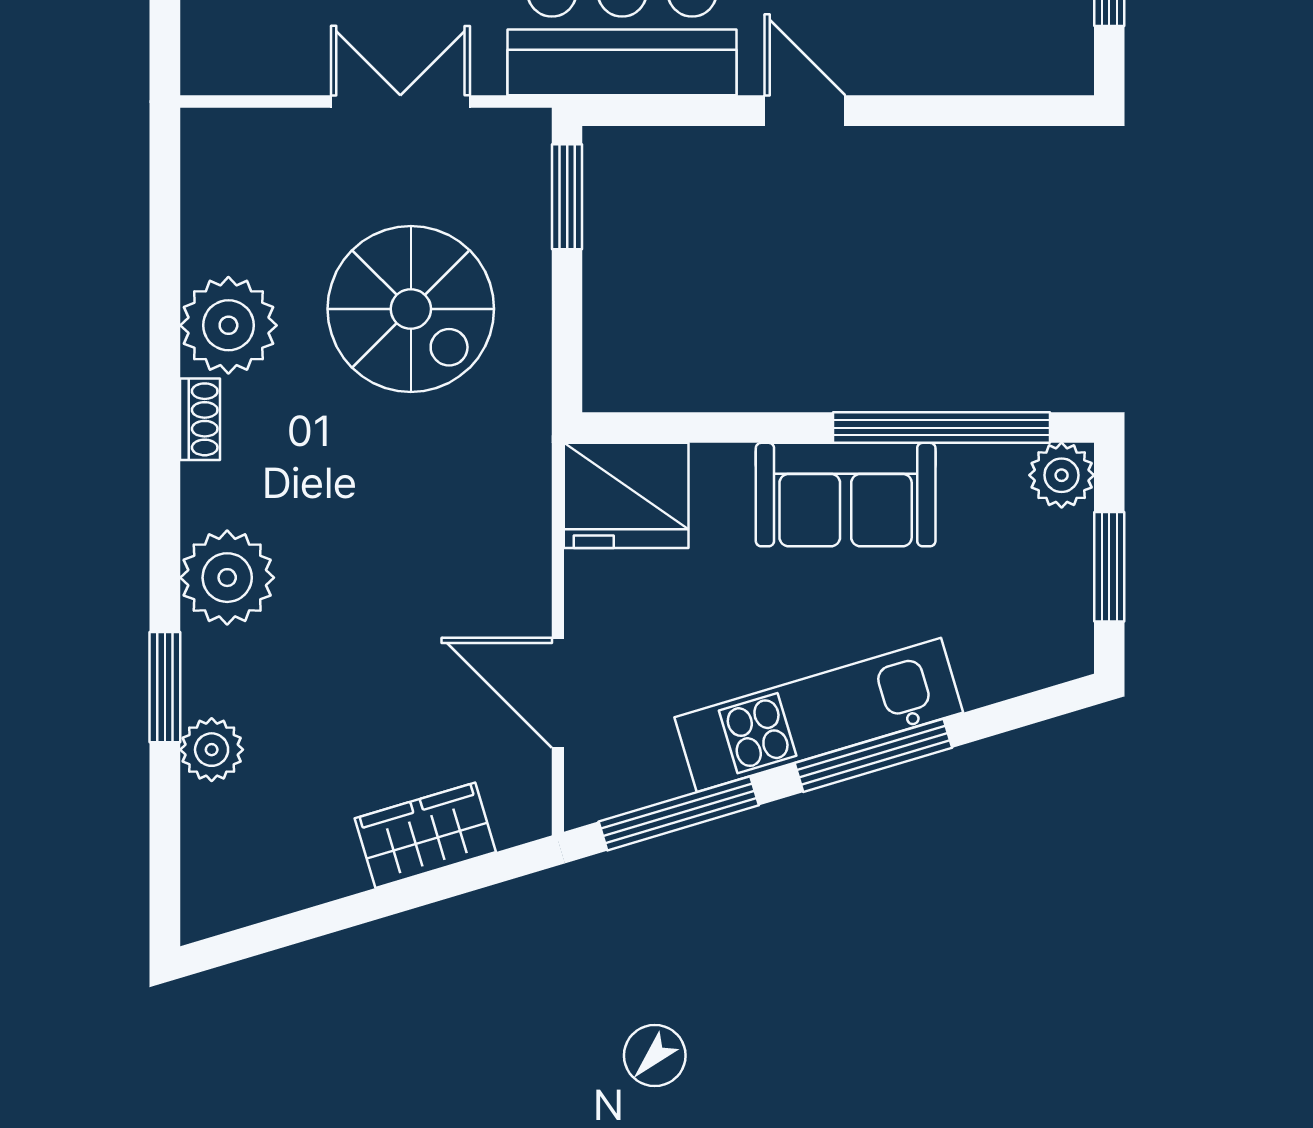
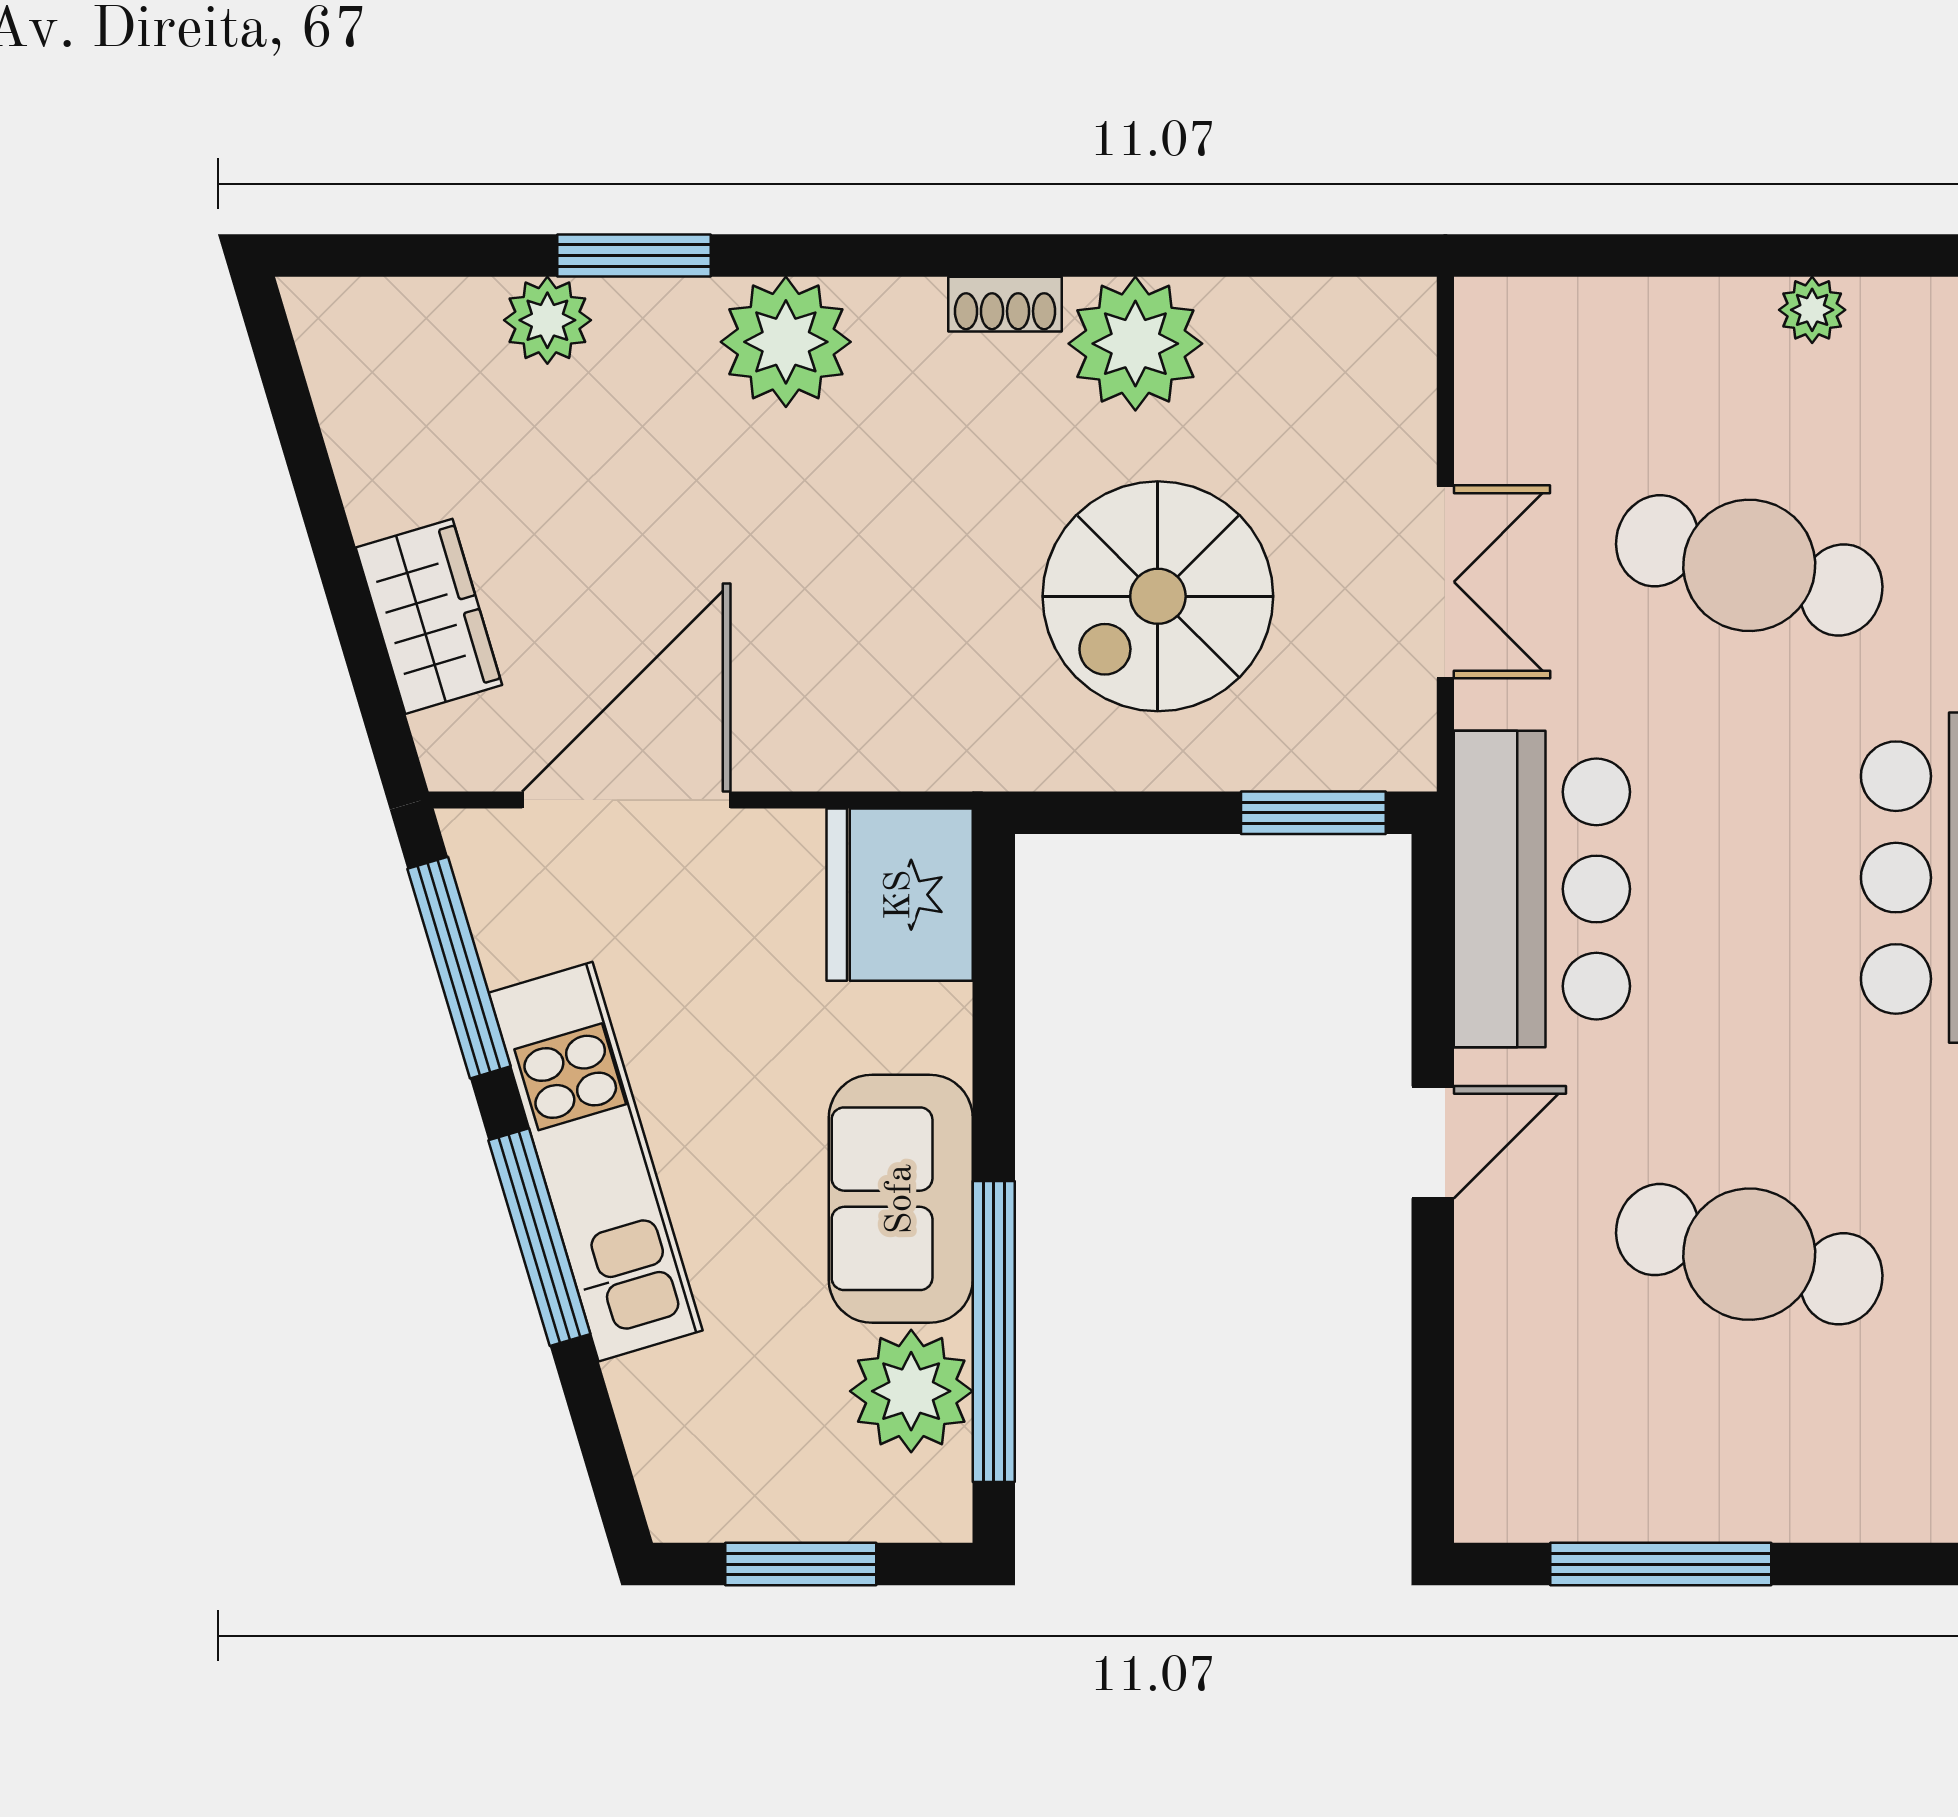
plant: (1062, 475) -> (911, 1391), moved, width x1.36, depth x1.36
door: (558, 693) -> (626, 800), width x1.36

